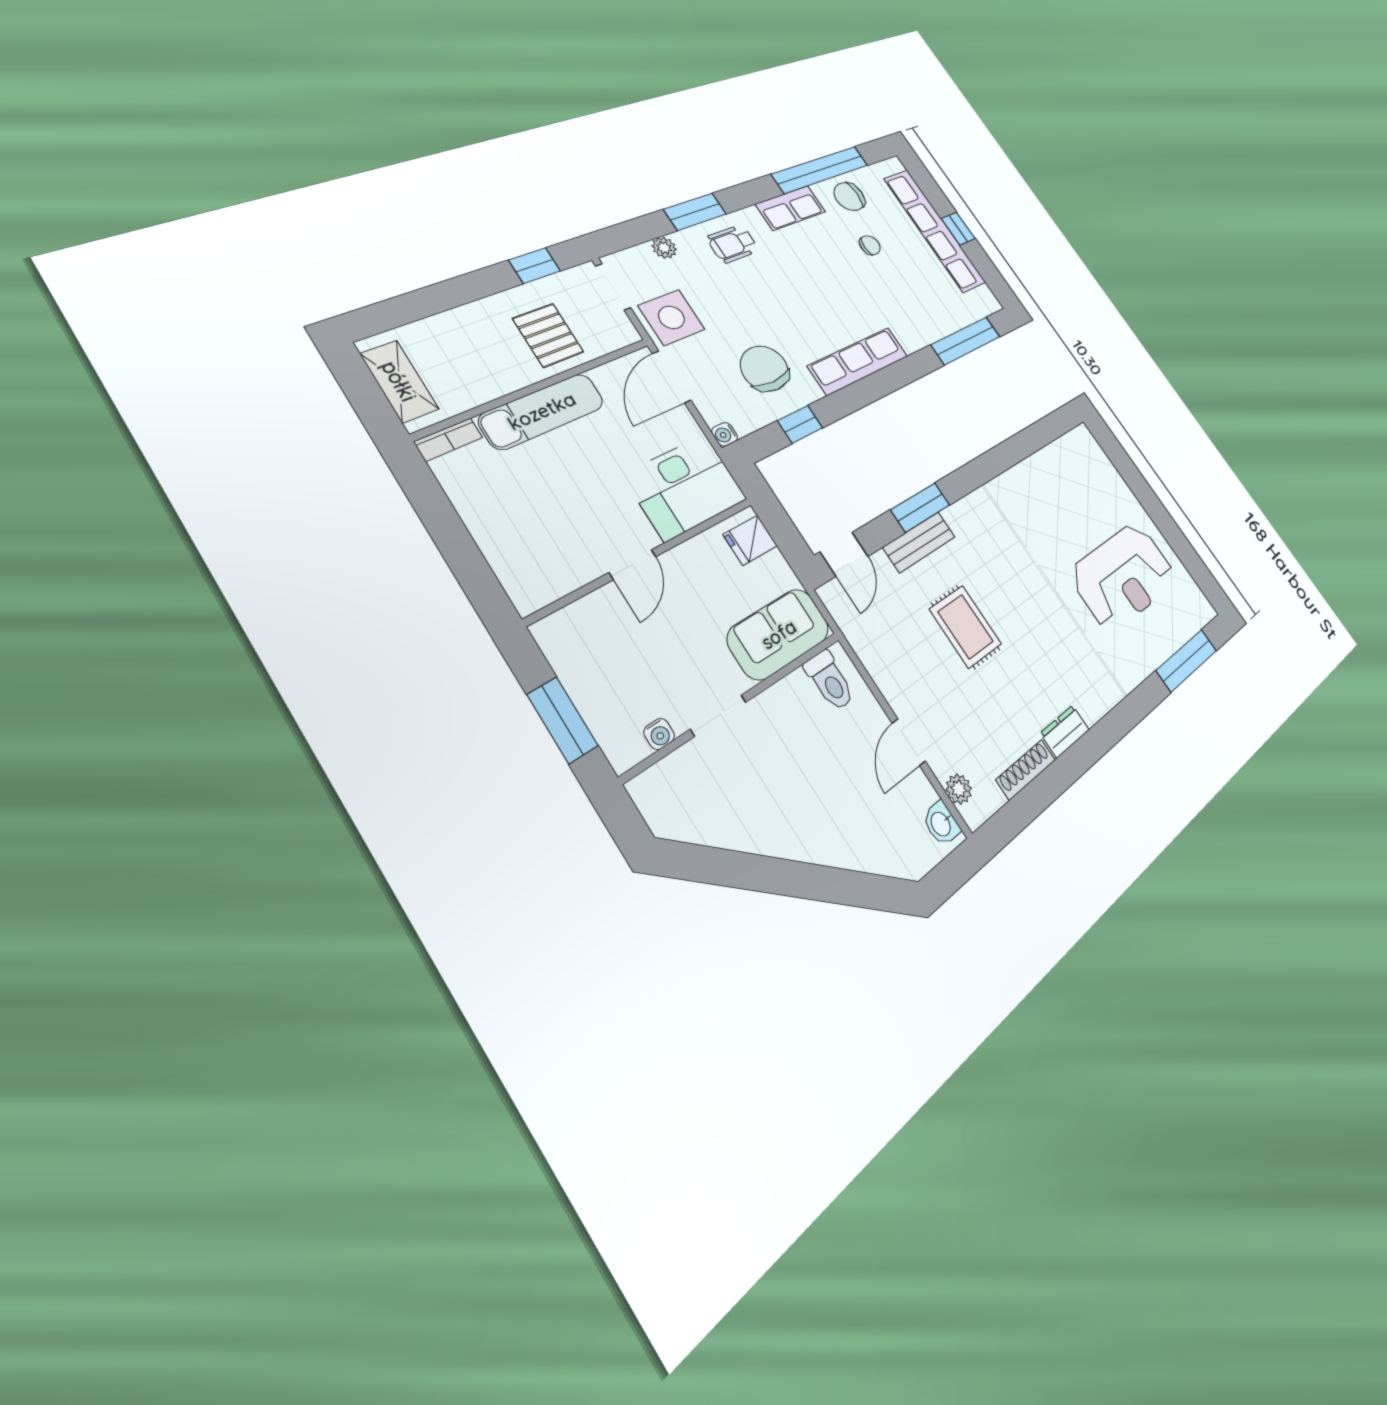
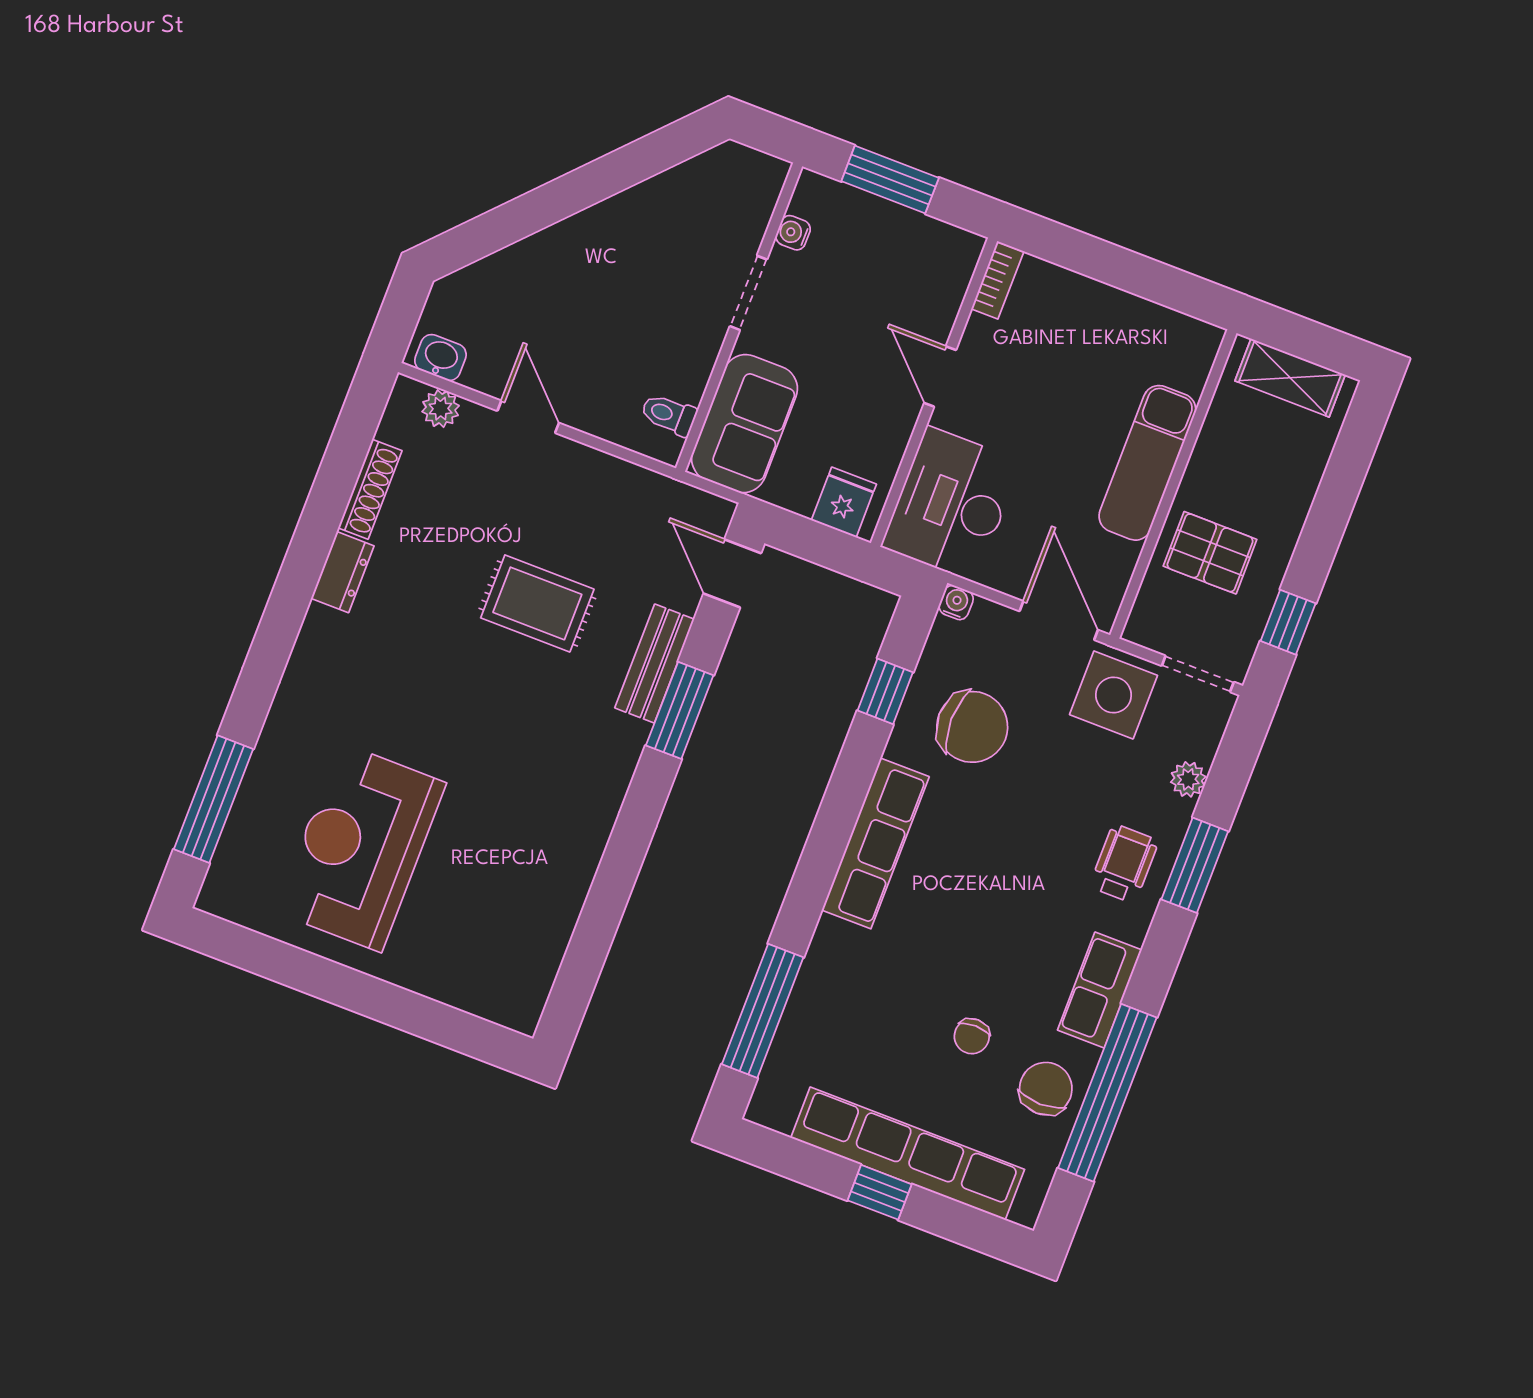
bookcase: (448, 440) -> (997, 280), moved, turned 180
toilet: (830, 681) -> (669, 415), width x0.73, depth x0.72

